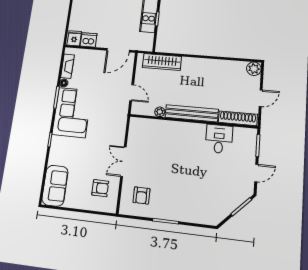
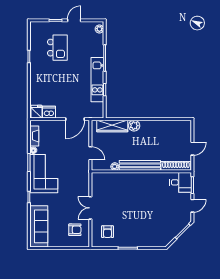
plant: (254, 69) -> (134, 126), moved
desk: (219, 139) -> (181, 182), moved, turned 90
sofa: (55, 186) -> (39, 226), width x1.36

